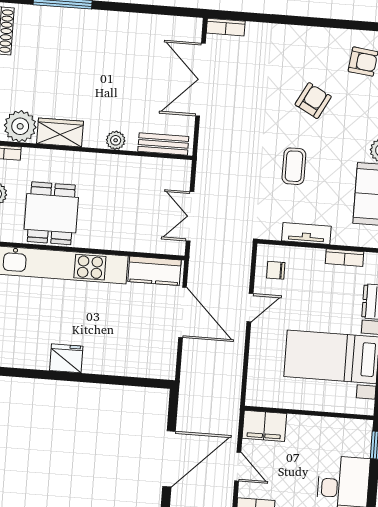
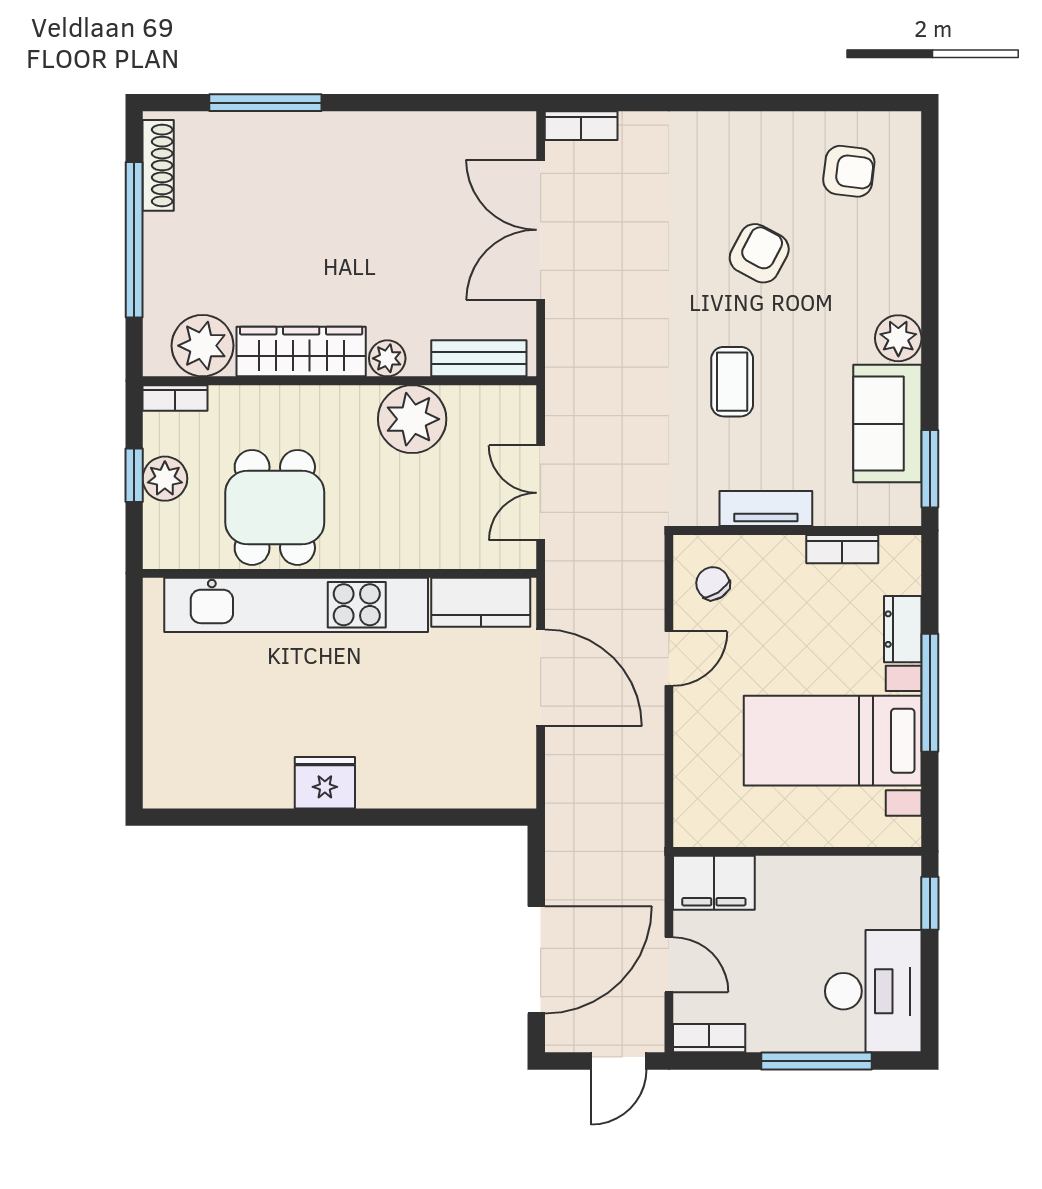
wardrobe: (60, 132) -> (301, 352), width x1.50
plant: (126, 173) -> (412, 419), added
chair: (276, 270) -> (713, 583), turned 57

